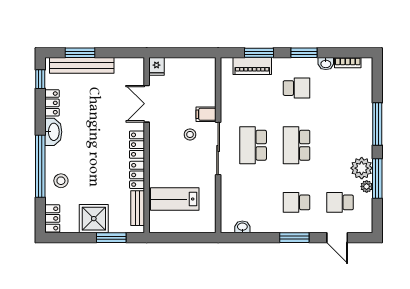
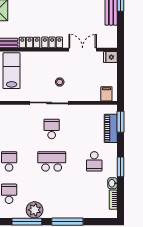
window: (259, 53) -> (121, 122), moved
filing cabinet: (206, 114) -> (106, 94), moved
school desk: (253, 145) -> (52, 129), width x0.54
plant: (367, 186) -> (21, 214), removed

